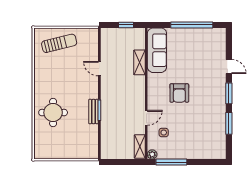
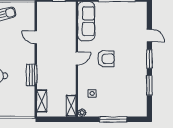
shelving: (139, 62) -> (42, 101), moved
armchair: (179, 93) -> (106, 59), turned -90
door: (146, 118) -> (77, 58), moved
window: (171, 162) -> (113, 119), moved

